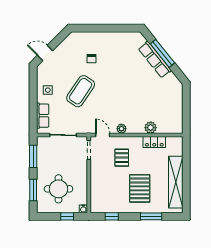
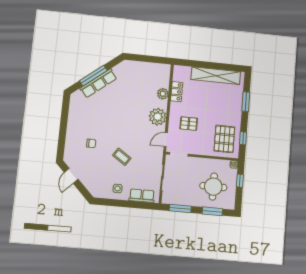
door: (45, 53) -> (71, 176), moved
coffee table: (81, 91) -> (122, 157), width x0.54, depth x0.58
plant: (121, 129) -> (158, 117), width x1.87, depth x1.87
pallet: (140, 188) -> (224, 139), moved, turned 90

